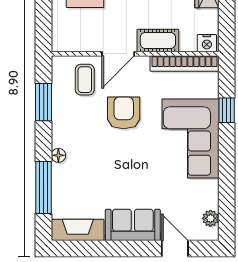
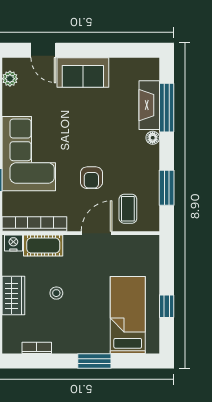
cot: (158, 41) -> (43, 246), moved
armchair: (124, 113) -> (91, 178), width x0.72, depth x0.72
fireplace: (78, 230) -> (149, 105), moved, turned 90

